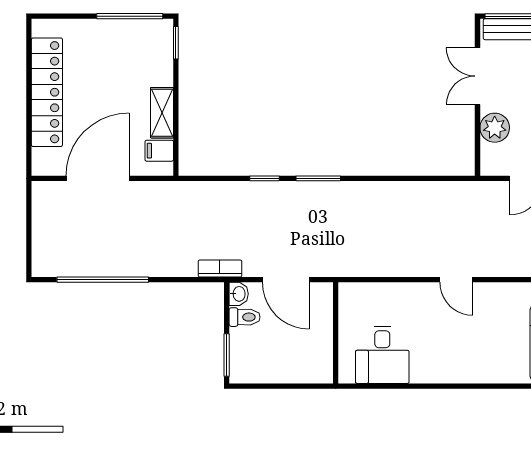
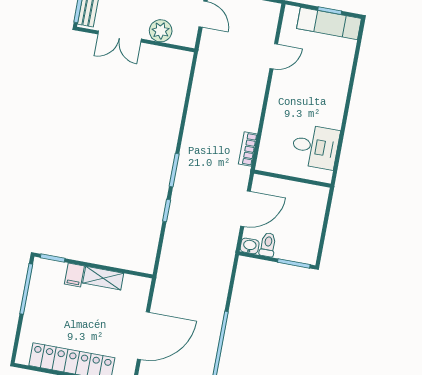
filing cabinet: (159, 151) -> (74, 275), moved
door: (98, 178) -> (143, 336), swing flipped
bookcase: (220, 268) -> (248, 149), moved
door: (456, 280) -> (274, 56), moved

